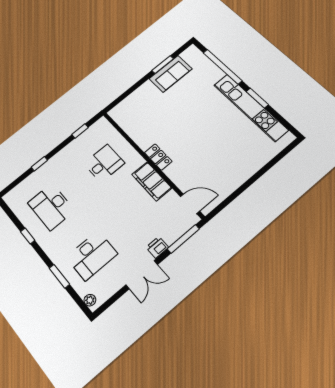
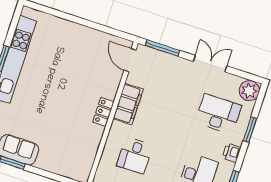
desk: (104, 163) -> (135, 155), turned -90
printer: (157, 247) -> (232, 153), moved, turned 90
plant: (90, 300) -> (249, 91), width x1.88, depth x1.88

